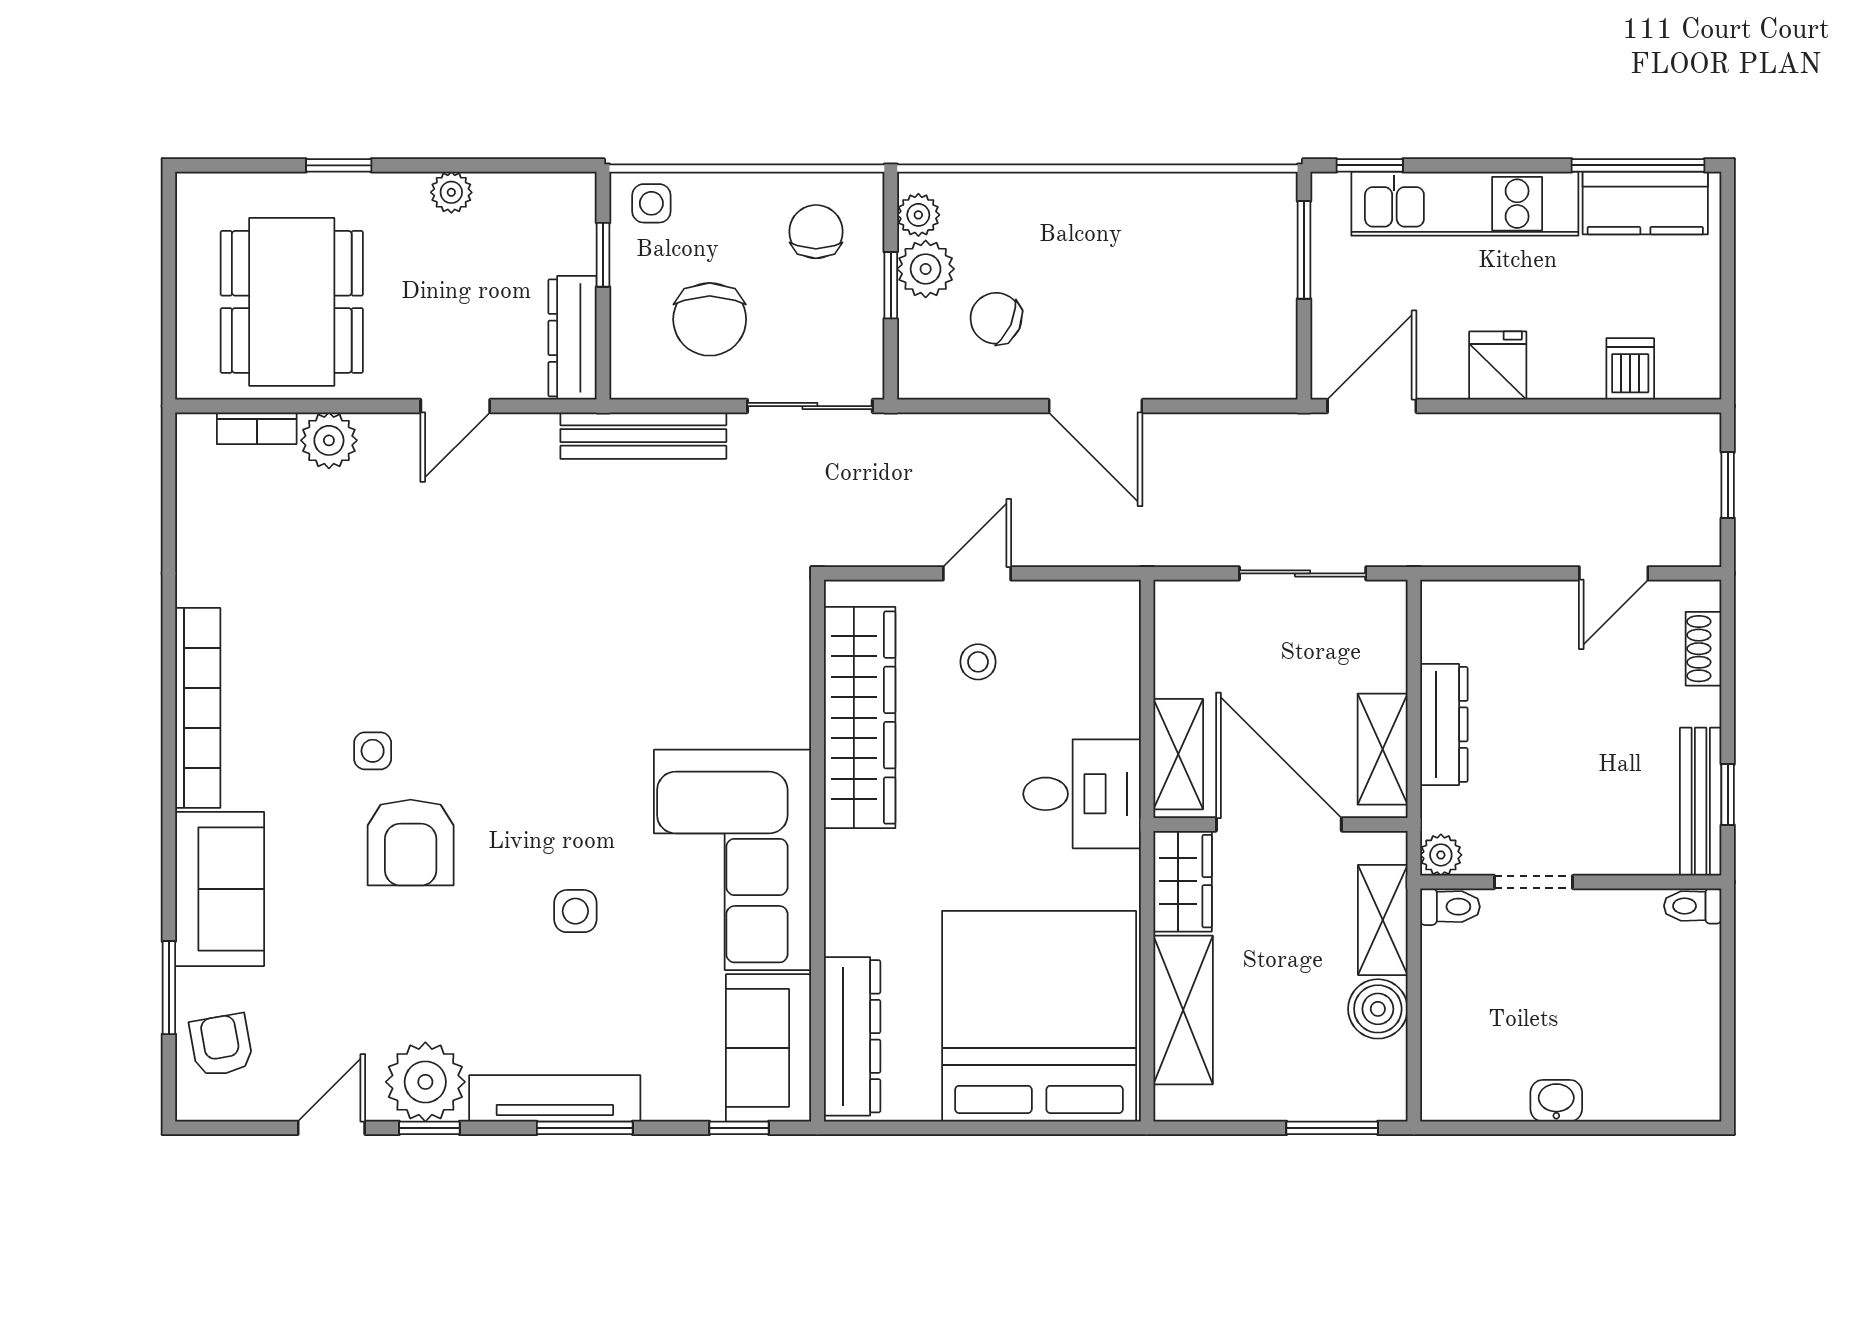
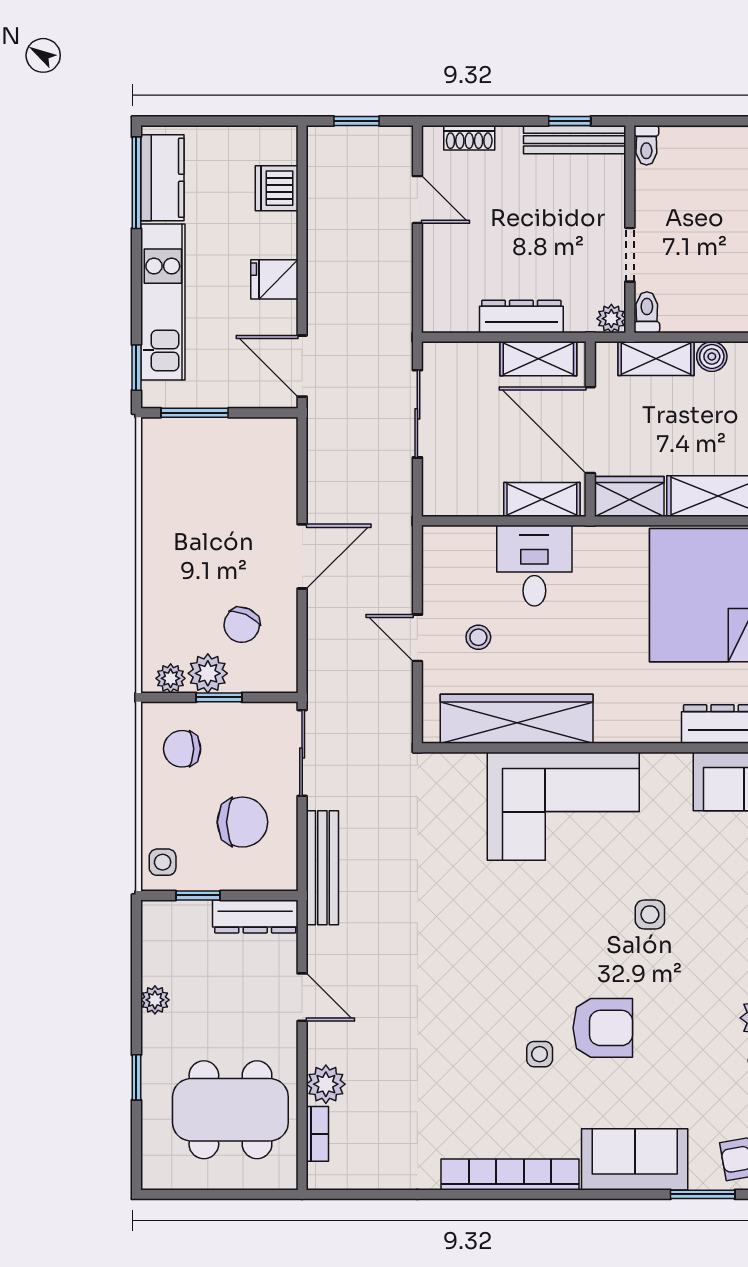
dishwasher: (1630, 369) -> (277, 188), width x1.38
desk: (1082, 794) -> (534, 566), moved
door: (1279, 824) -> (590, 430), hinge flipped
corner sofa: (733, 860) -> (563, 806), moved
boiler: (1378, 1009) -> (712, 356), width x0.73, depth x0.73

